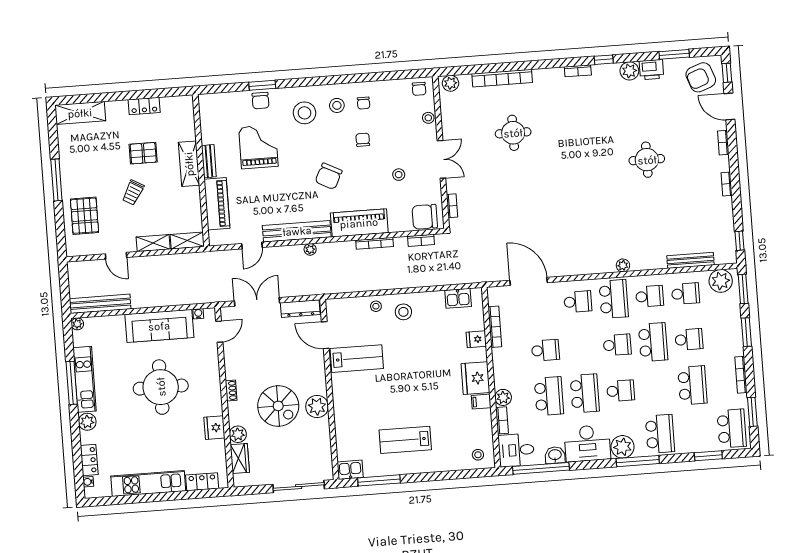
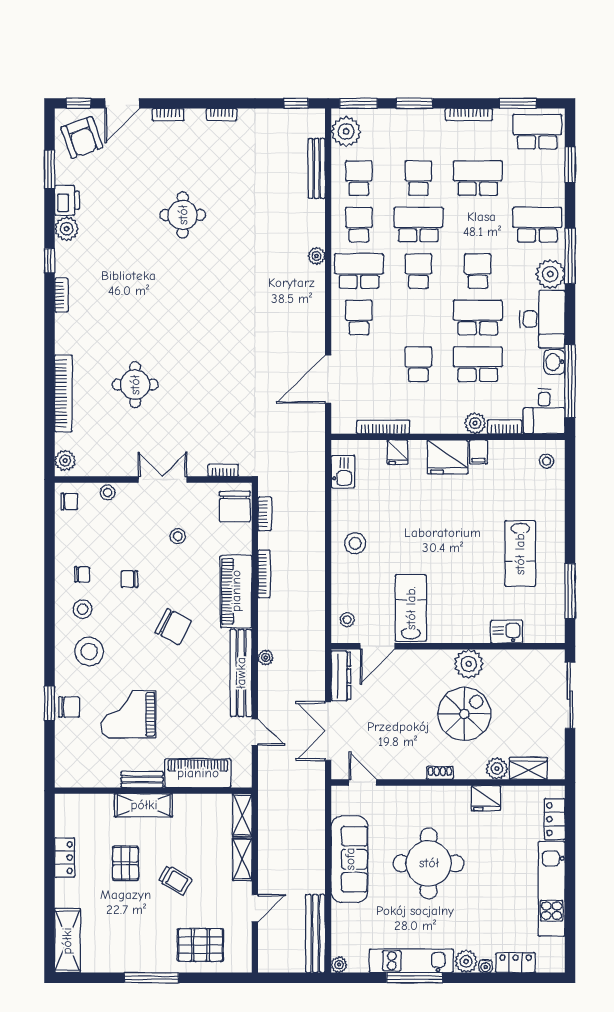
stool: (376, 306) -> (347, 620), moved
water cooler: (198, 314) -> (338, 808), removed
kitchen sink: (350, 470) -> (507, 632), moved, turned 90
water cooler: (88, 482) -> (486, 966), moved

